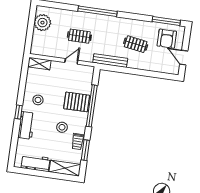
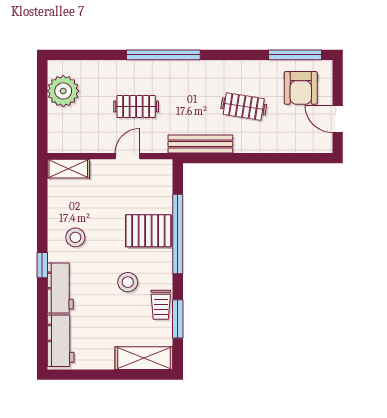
workbench: (36, 163) -> (61, 341), moved, turned 90

